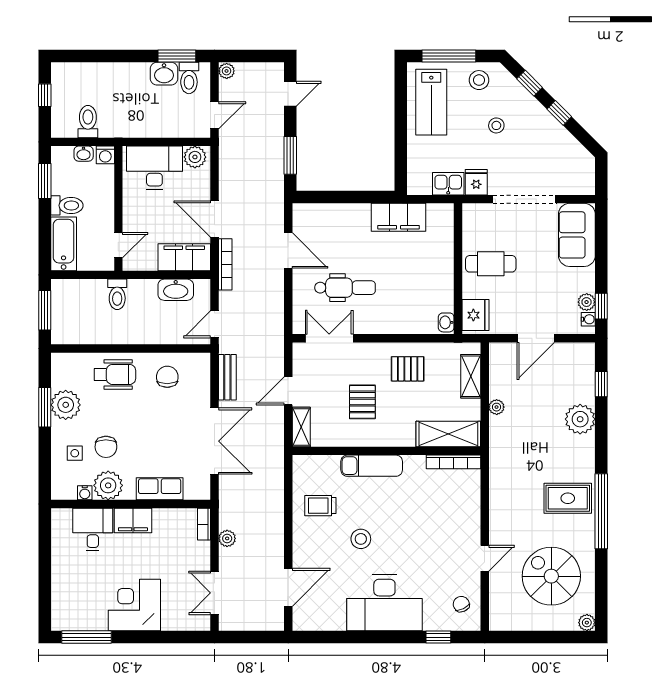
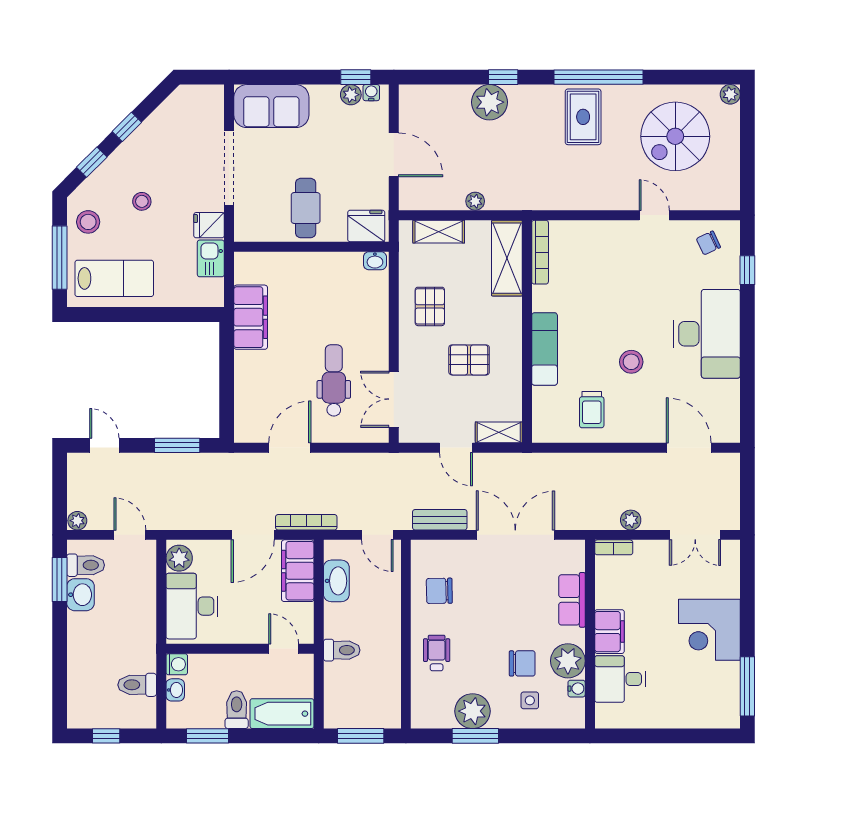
wheelchair: (115, 374) -> (437, 653), width x0.73, depth x0.73
window: (601, 384) -> (503, 77), moved

